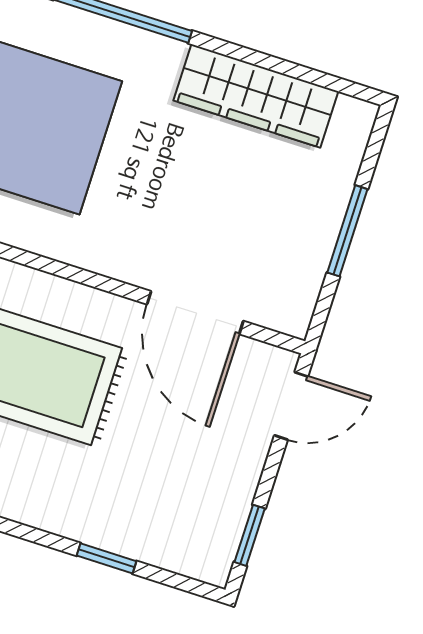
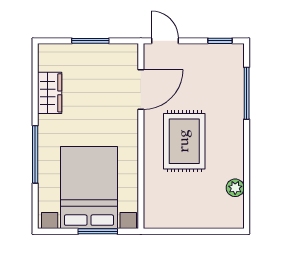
wardrobe: (256, 96) -> (50, 93), width x0.67
window: (107, 558) -> (247, 93), width x2.17

